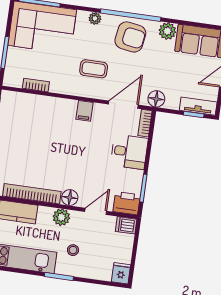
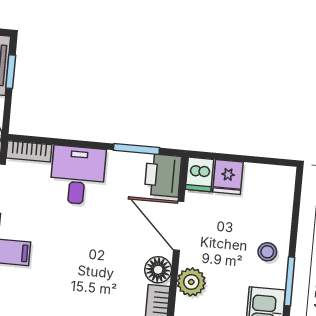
door: (96, 211) -> (179, 226), width x1.38
stool: (73, 250) -> (267, 252), moved
fridge: (121, 273) -> (228, 177), moved, turned -90

